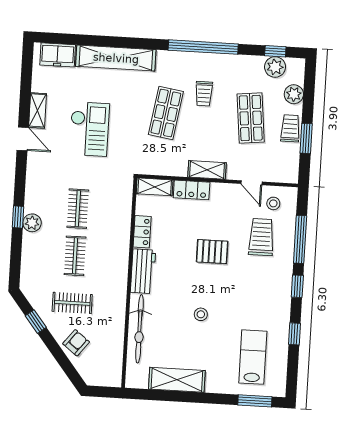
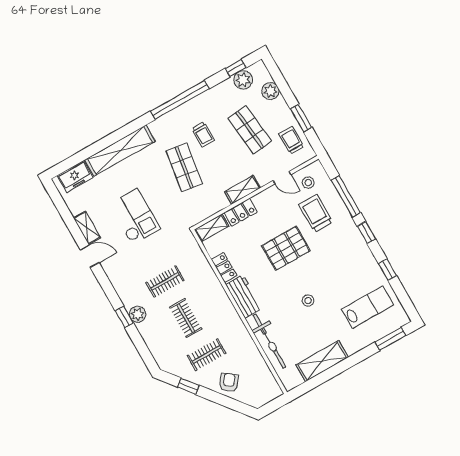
trolley: (290, 128) -> (291, 140), moved
clothes rail: (78, 209) -> (165, 281), turned 90
pallet: (212, 252) -> (286, 248), width x1.50, depth x1.42
lab bench: (253, 357) -> (368, 307), turned 90

